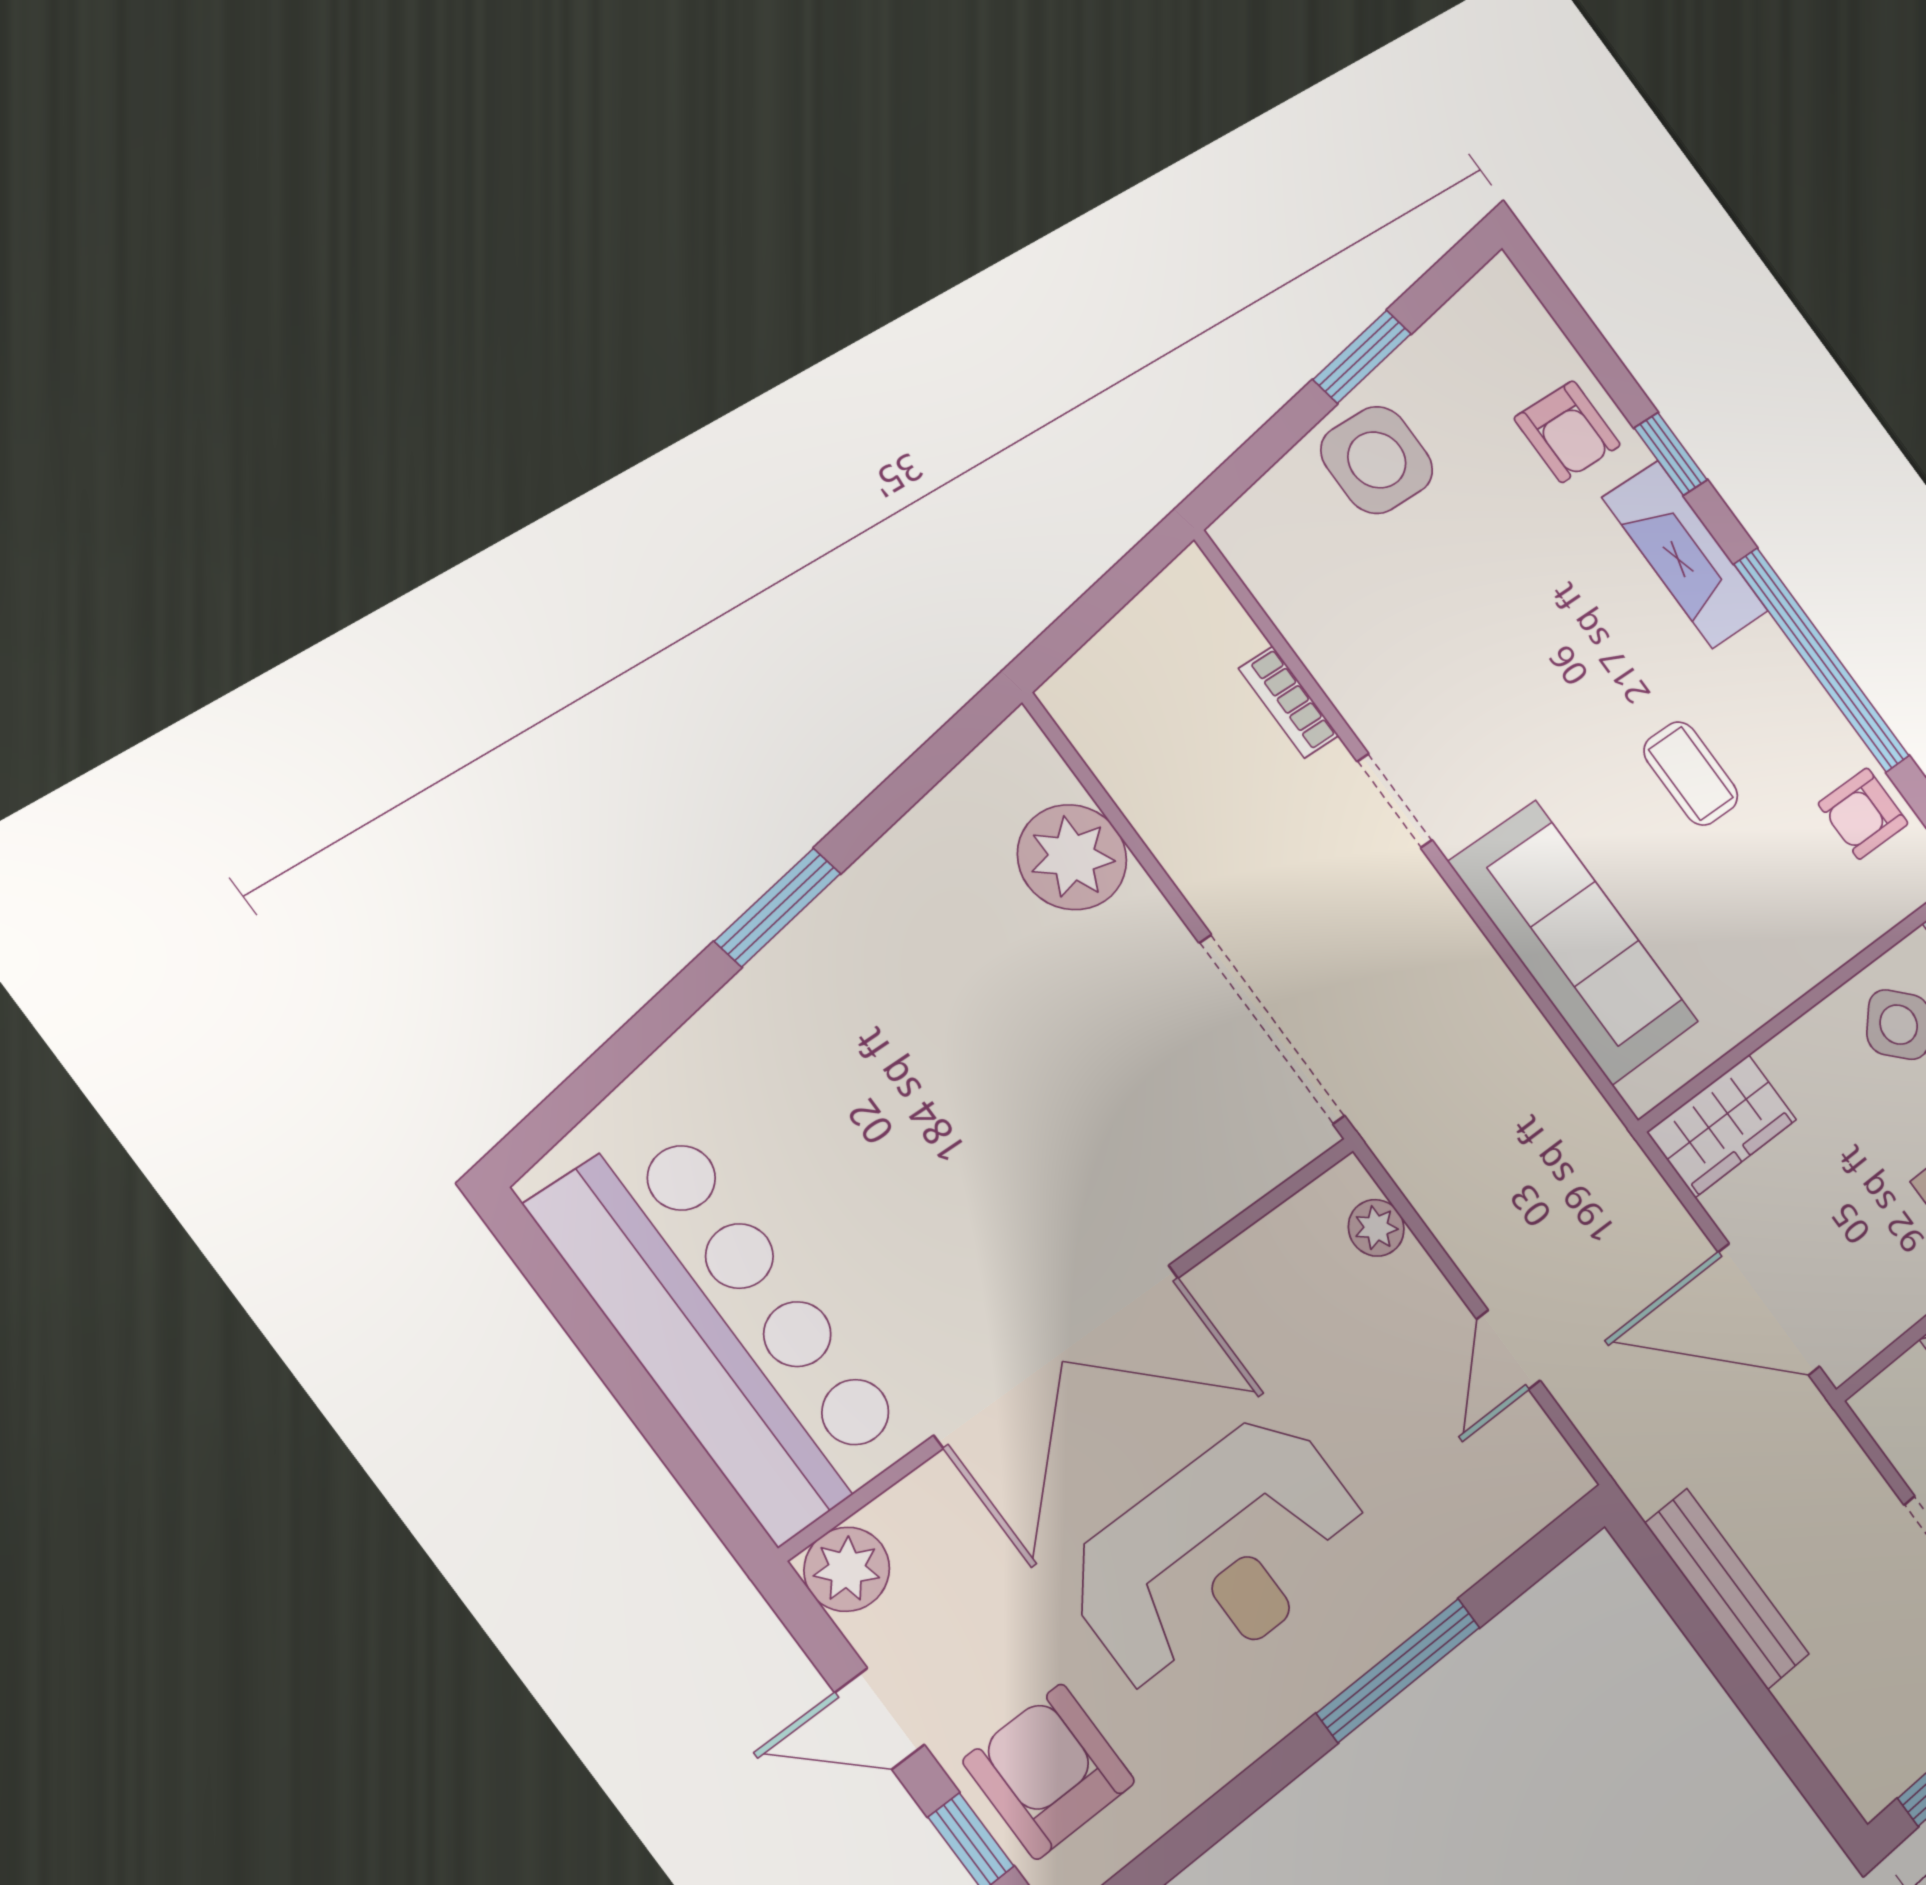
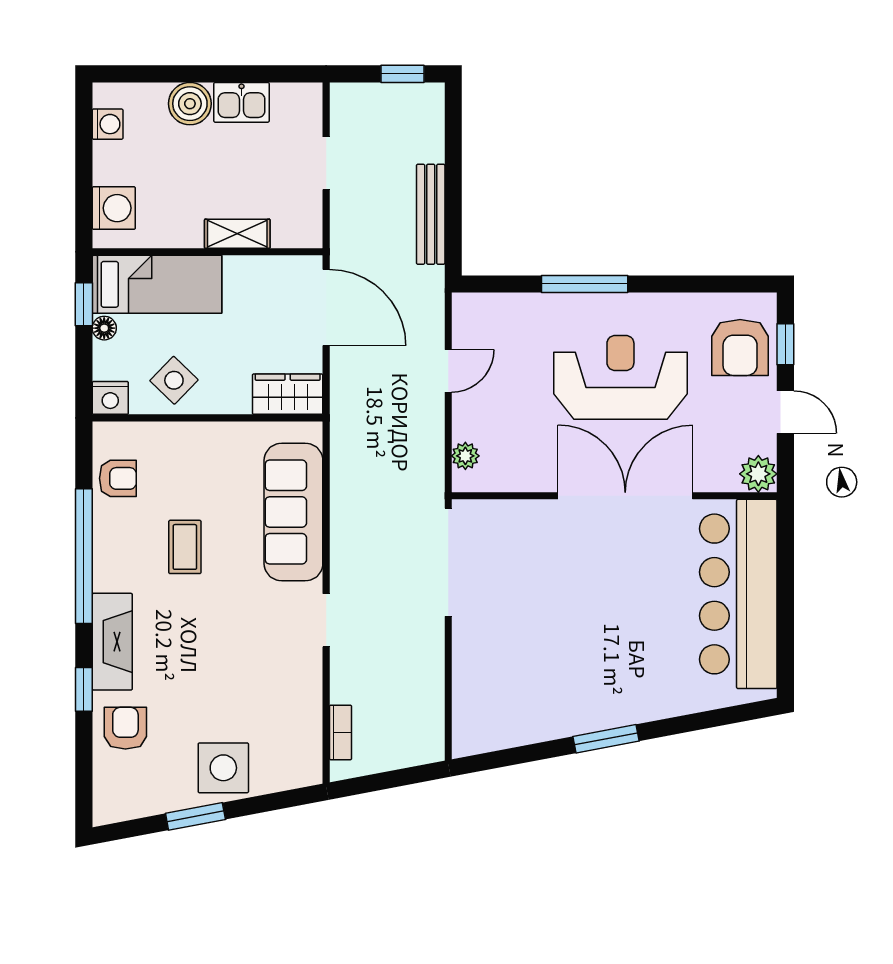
bookcase: (1289, 702) -> (340, 732), moved
plant: (1072, 857) -> (478, 684), removed

